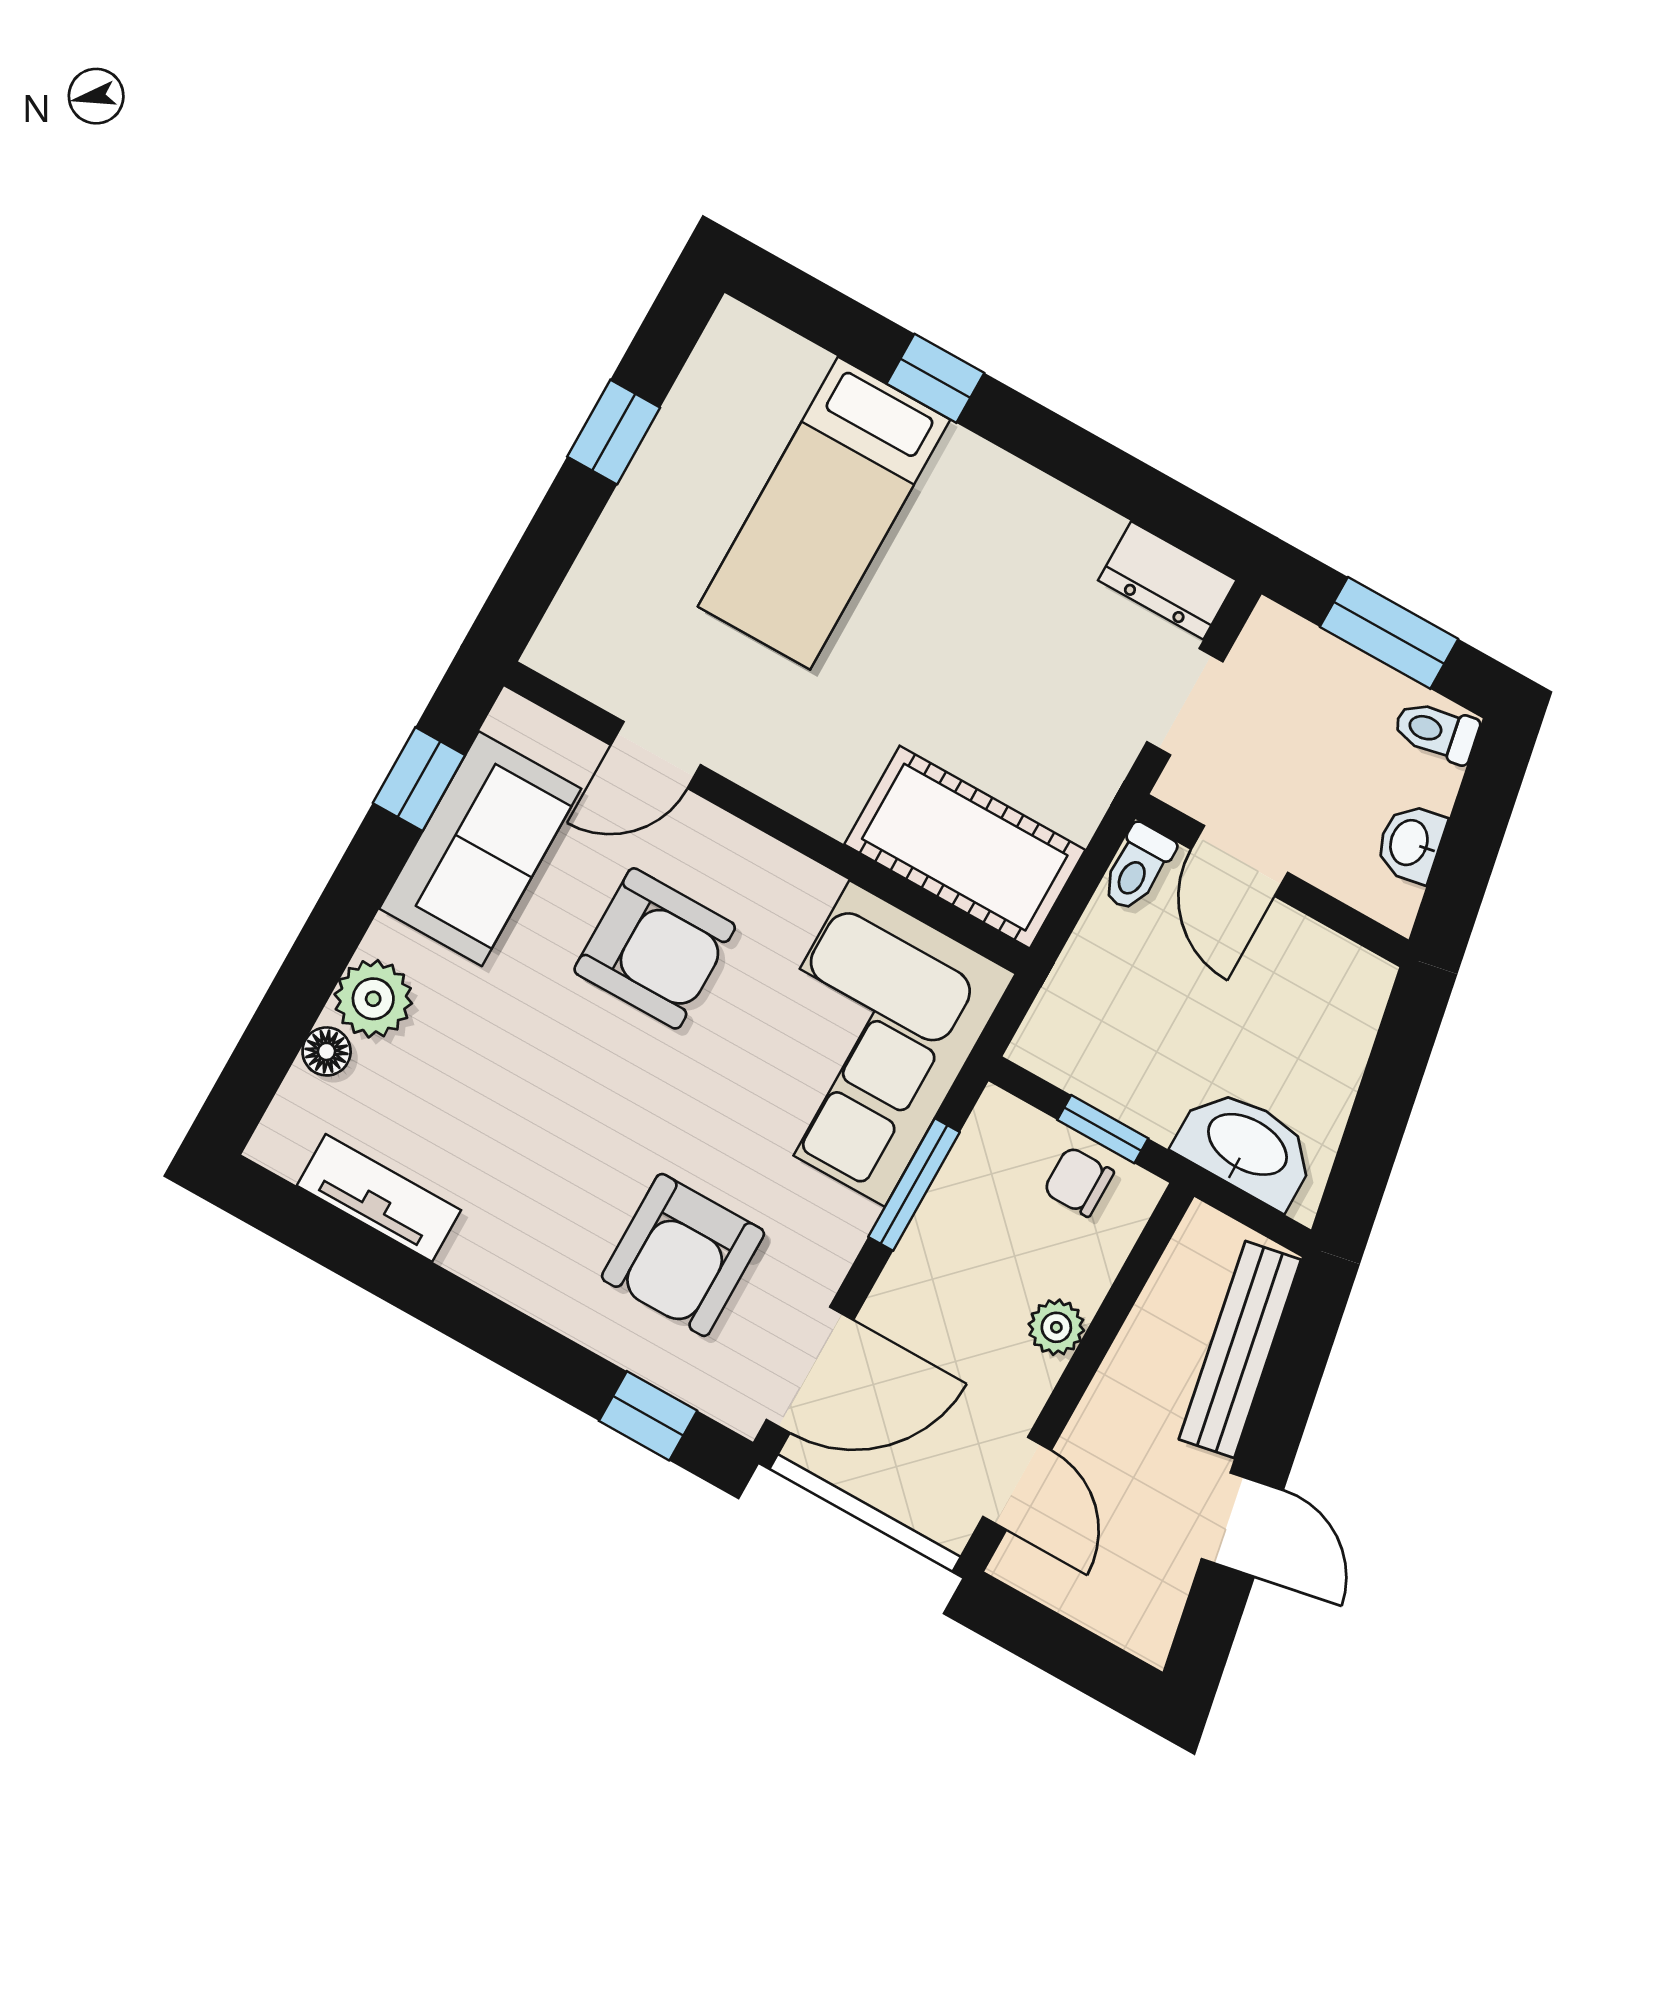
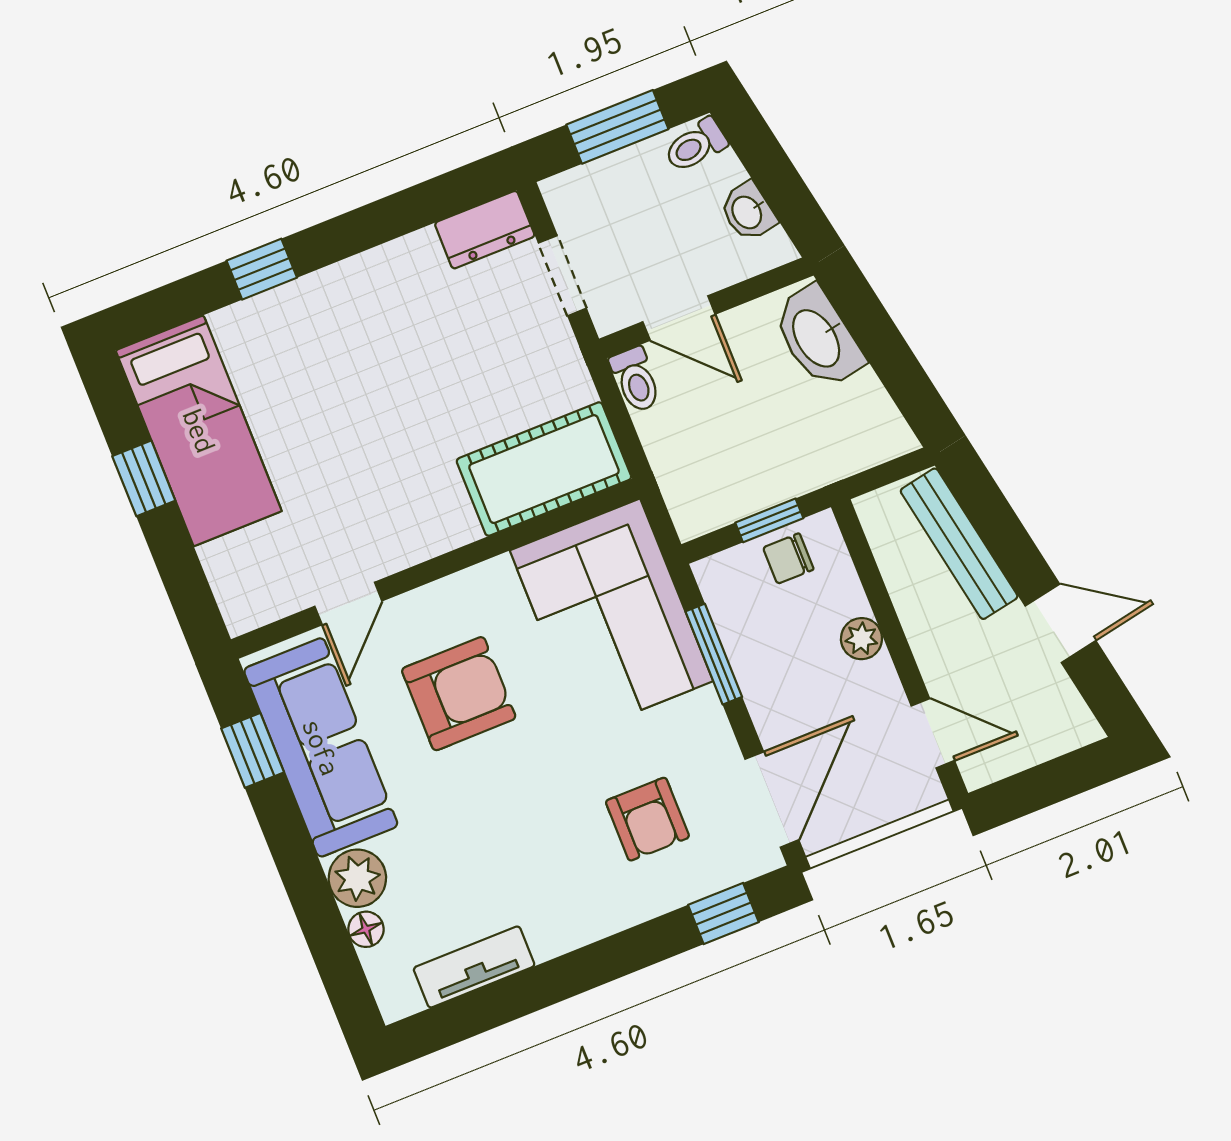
bed: (824, 513) -> (199, 431), moved
sofa: (480, 849) -> (321, 747), width x1.36
washbasin: (1246, 1147) -> (818, 337), moved, turned -101
armchair: (683, 1255) -> (647, 819), width x0.72, depth x0.72

